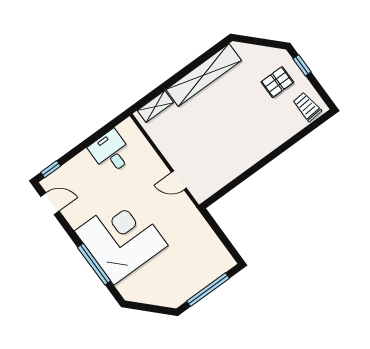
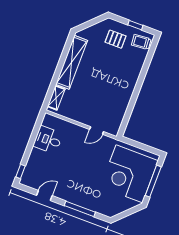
window: (302, 65) -> (135, 25), moved
pallet: (277, 82) -> (116, 39), turned 90
door: (50, 204) -> (44, 196), moved
corner desk: (121, 238) -> (129, 174), moved, turned -90

